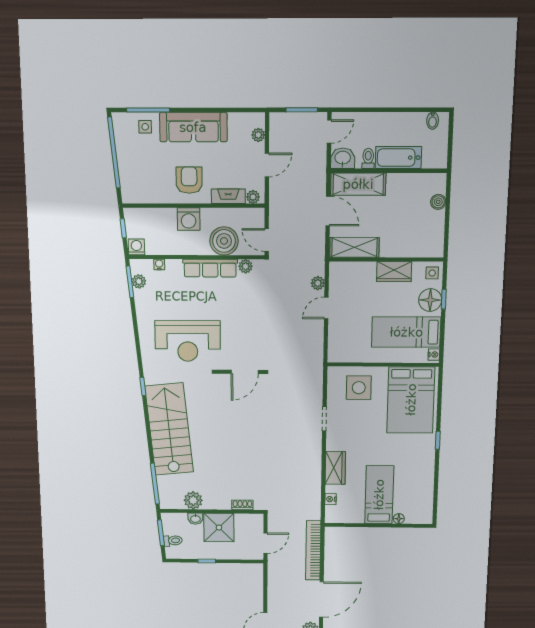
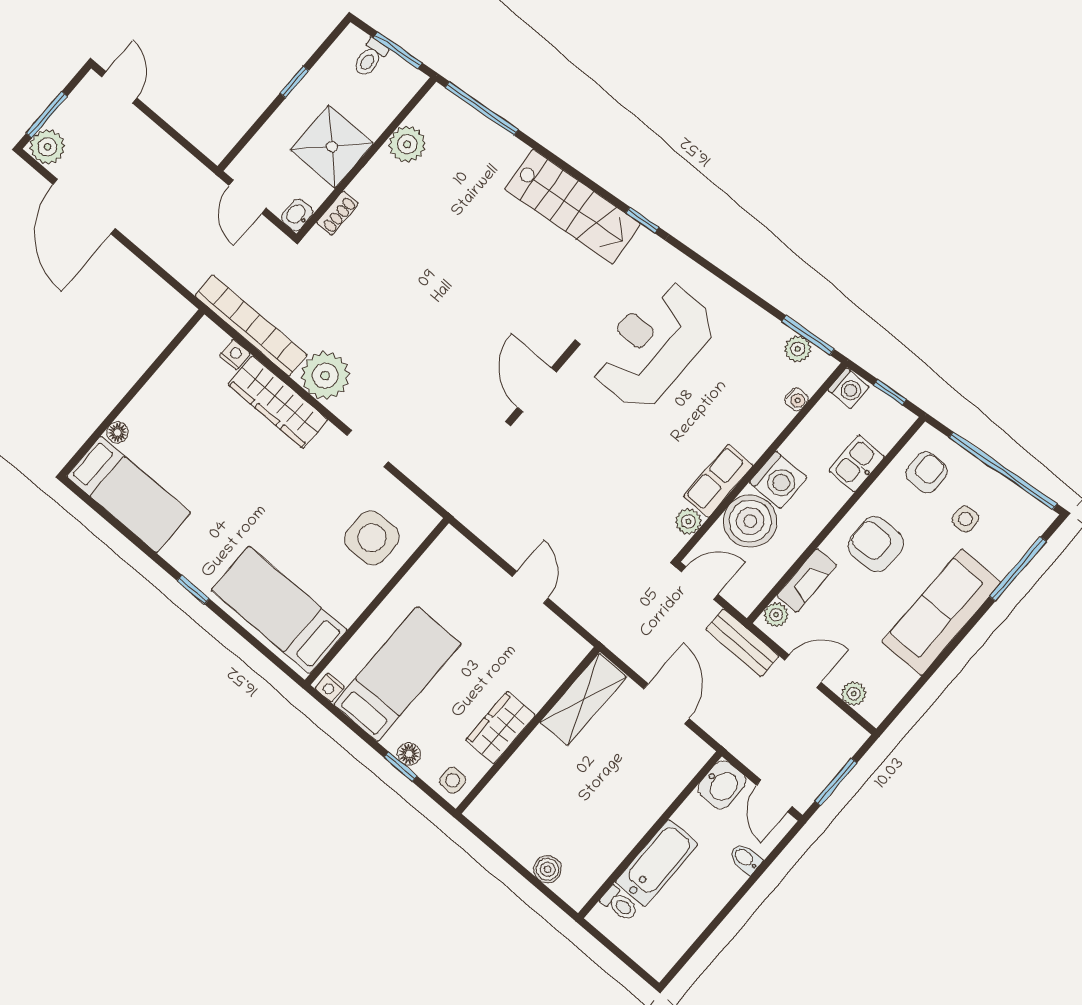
bidet: (433, 121) -> (745, 859), moved
side table: (145, 127) -> (965, 519), moved
toilet: (368, 158) -> (620, 904), moved
door: (267, 165) -> (803, 671), swing flipped
armchair: (189, 180) -> (876, 544), turned 180
armchair: (142, 184) -> (927, 472), added
shelving: (358, 184) -> (668, 777), removed
bench: (276, 201) -> (742, 643), added
door: (328, 211) -> (666, 704), swing flipped
kitchen sink: (163, 217) -> (857, 464), added
washing machine: (189, 219) -> (778, 480), moved, turned 180
row of seats: (210, 268) -> (718, 481), width x0.68
plant: (318, 283) -> (325, 376), moved, width x1.87, depth x1.87
floor lamp: (430, 300) -> (409, 754), width x0.53, depth x0.53
bed: (411, 400) -> (279, 610), width x0.67
stairs: (169, 429) -> (573, 207), width x0.73, depth x0.66
wardrobe: (335, 468) -> (278, 402), width x1.50
bed: (379, 495) -> (129, 494), moved
washbasin: (195, 519) -> (297, 215), moved
bookcase: (313, 550) -> (251, 325), moved

